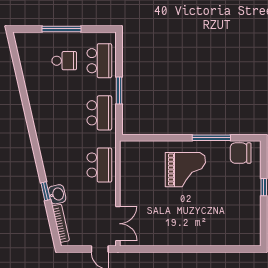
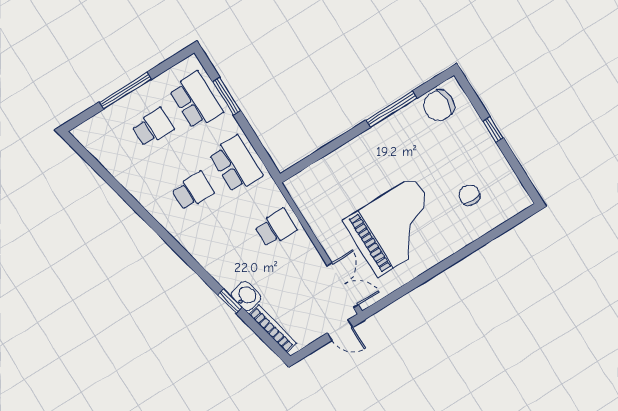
window: (119, 90) -> (227, 96), moved
school desk: (64, 113) -> (193, 191), added
school desk: (99, 165) -> (275, 228), width x0.54
grand piano: (185, 170) -> (396, 227), moved, width x1.37, depth x1.48
chair: (226, 217) -> (470, 195), added

